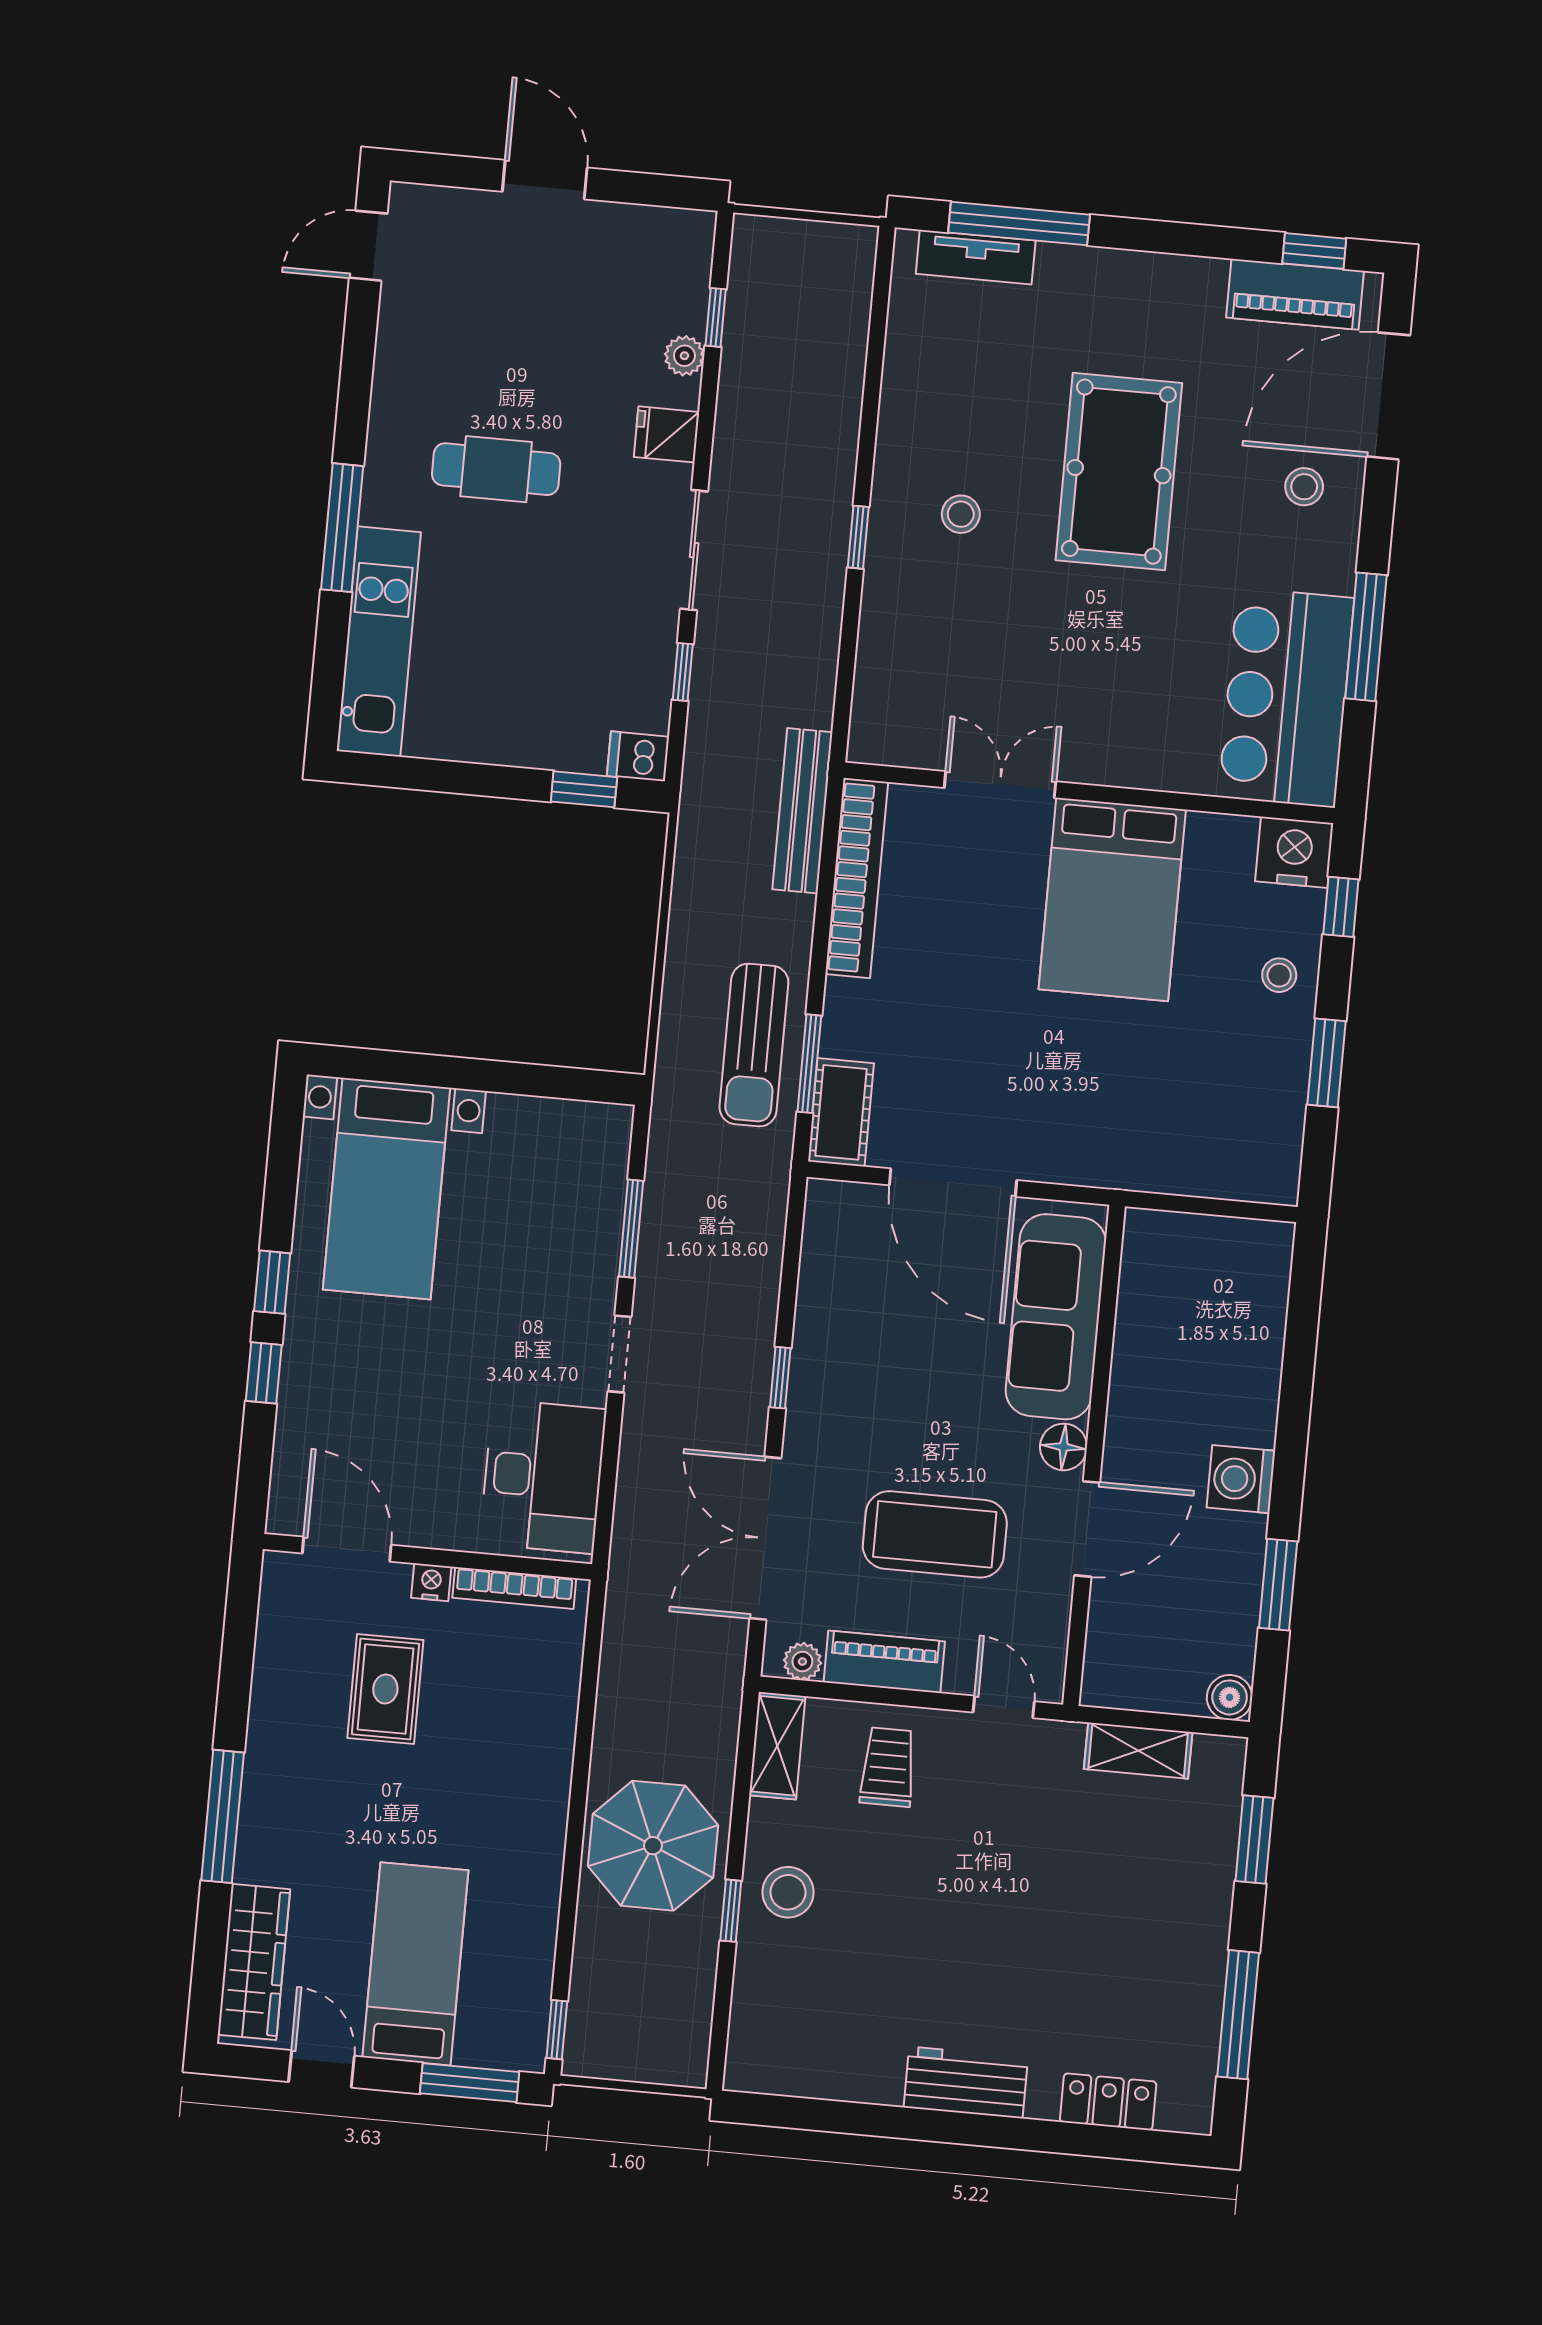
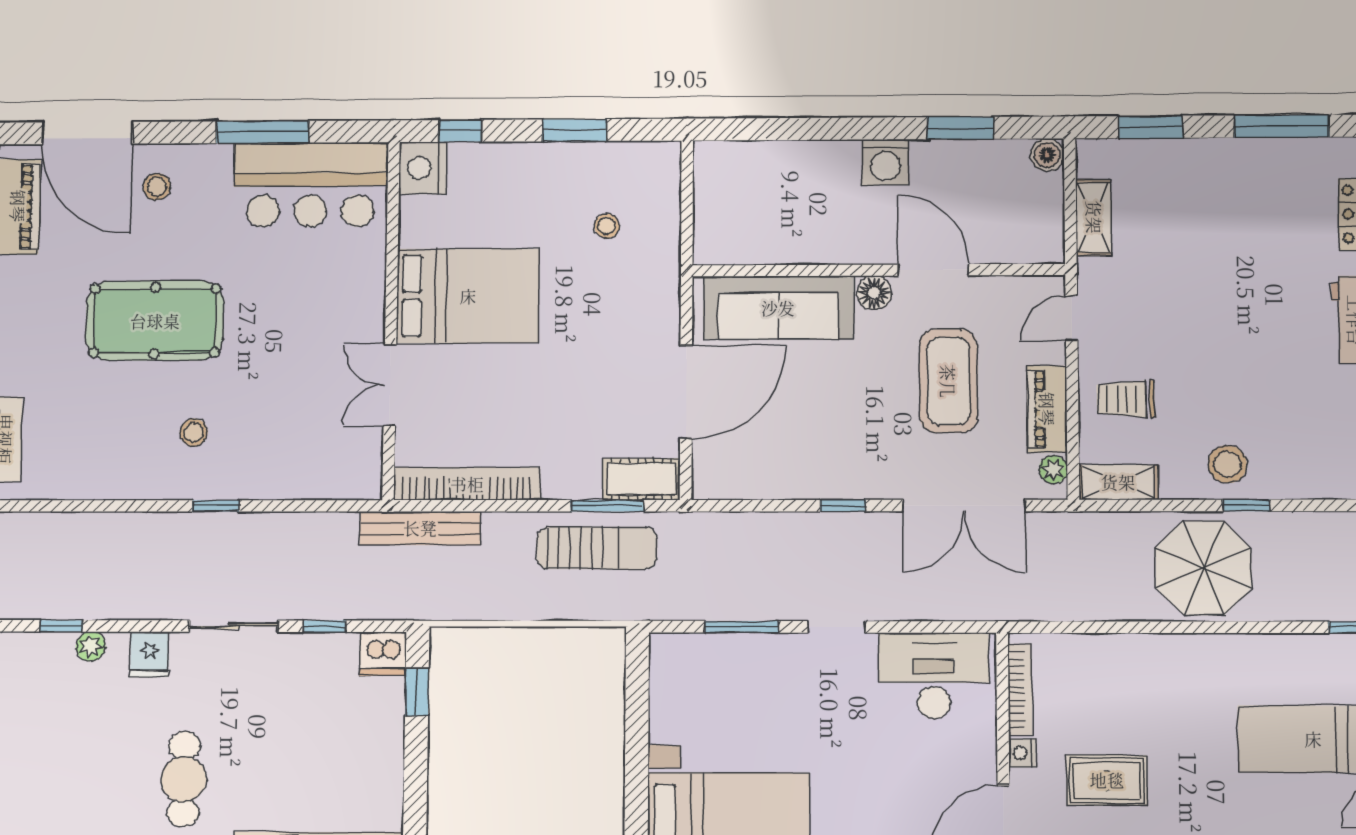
dishwasher: (638, 756) -> (383, 654), width x1.38
stool: (1279, 975) -> (607, 226), moved

